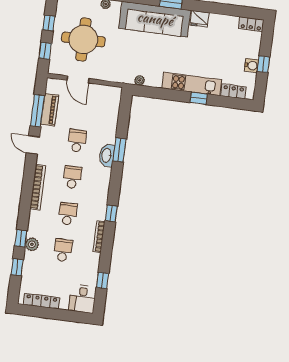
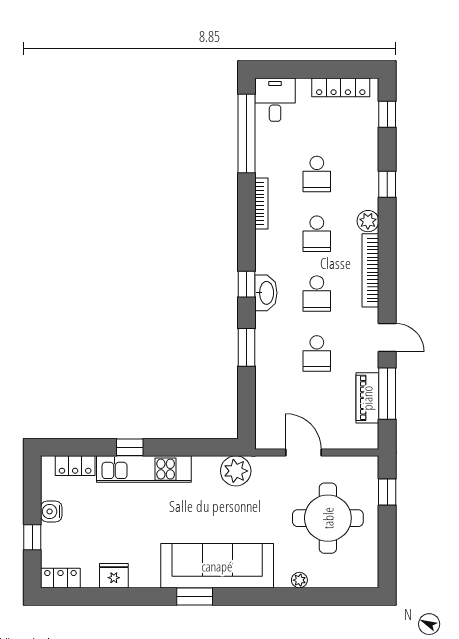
fridge: (199, 19) -> (114, 576), moved
window: (49, 23) -> (387, 537), removed
window: (263, 64) -> (32, 537), moved
door: (78, 79) -> (304, 453), moved
plant: (140, 80) -> (236, 471), width x1.88, depth x1.88
washbasin: (107, 155) -> (266, 293), moved
window: (111, 213) -> (246, 284), moved
plant: (32, 244) -> (368, 221), moved
window: (17, 267) -> (387, 114), moved
window: (103, 280) -> (246, 134), width x3.17

